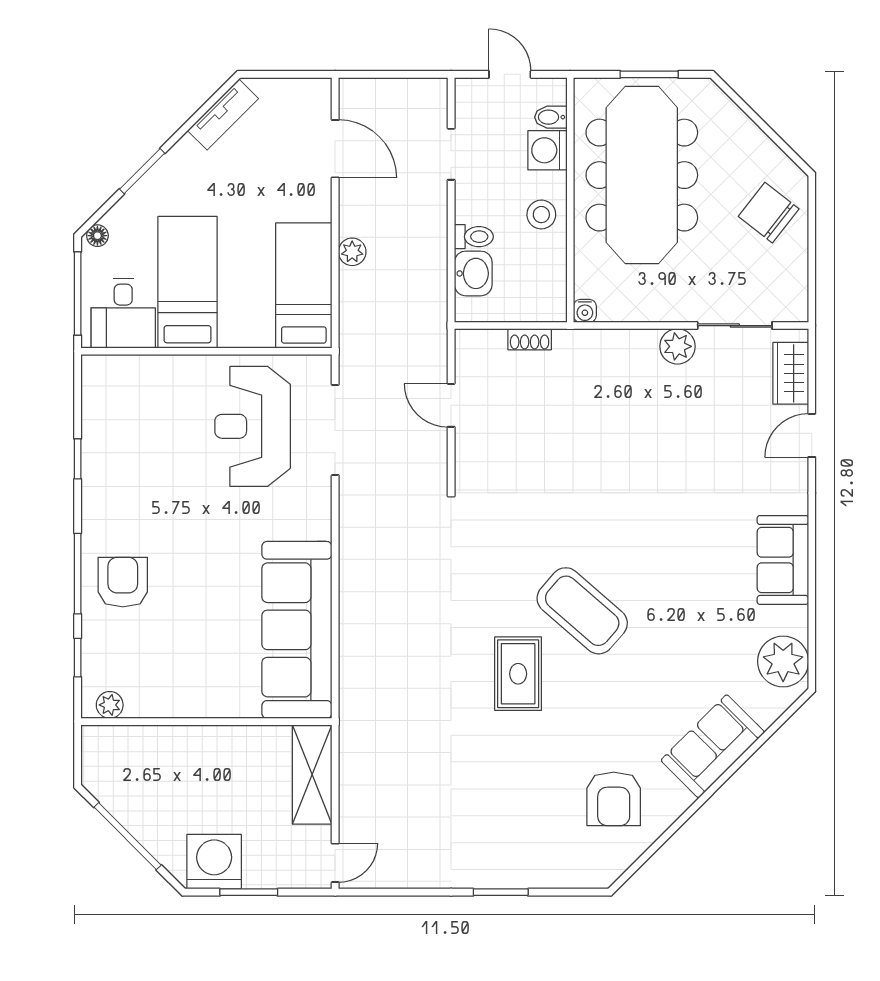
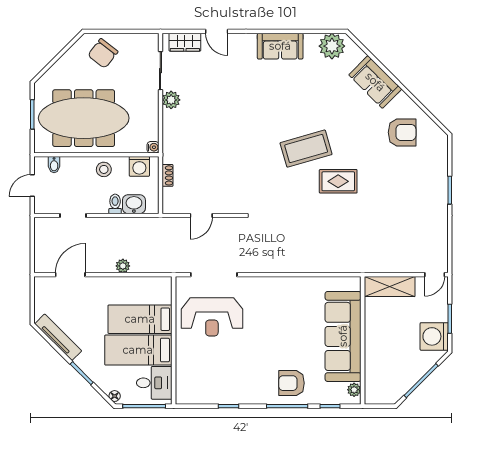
tv unit: (223, 115) -> (58, 337), width x1.41
washing machine: (547, 150) -> (139, 166), moved
bed: (304, 285) -> (140, 319), moved
coffee table: (582, 611) -> (306, 149), turned 33
sofa: (297, 630) -> (343, 336), moved, turned 90
door: (335, 863) -> (435, 275), swing flipped

